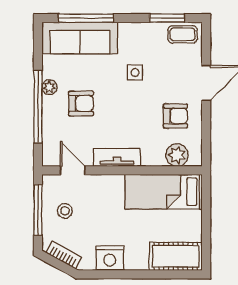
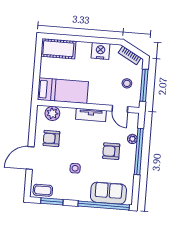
window: (86, 18) -> (104, 205), width x1.46
sofa: (80, 38) -> (108, 193), width x0.73
plant: (49, 87) -> (132, 139), moved

